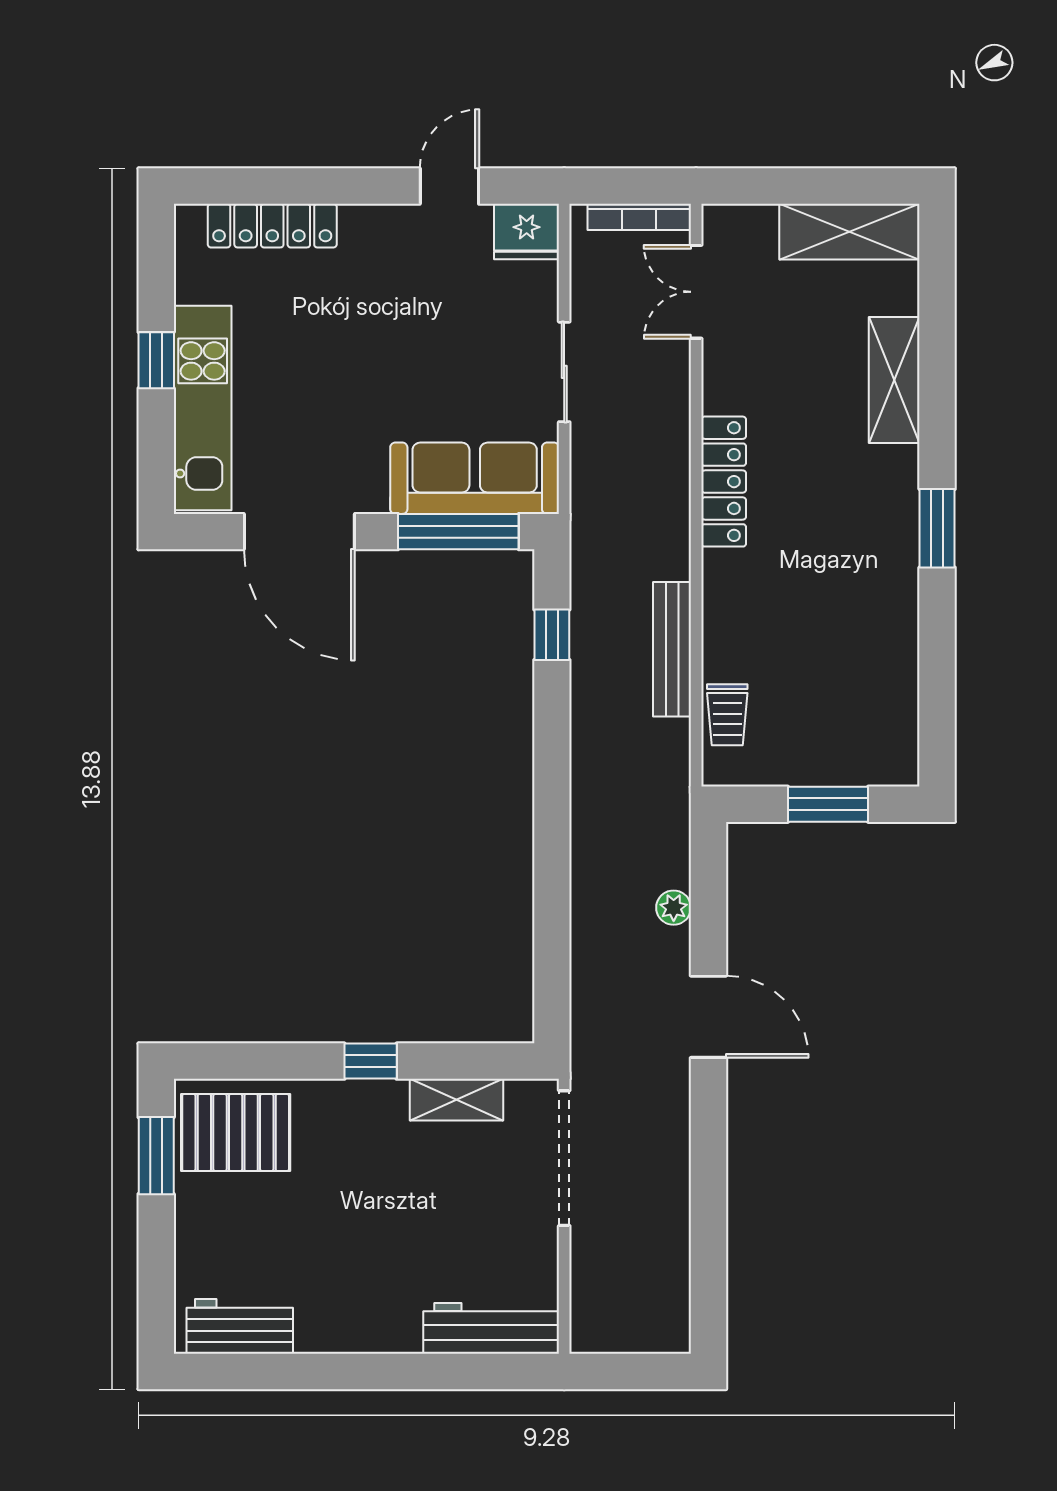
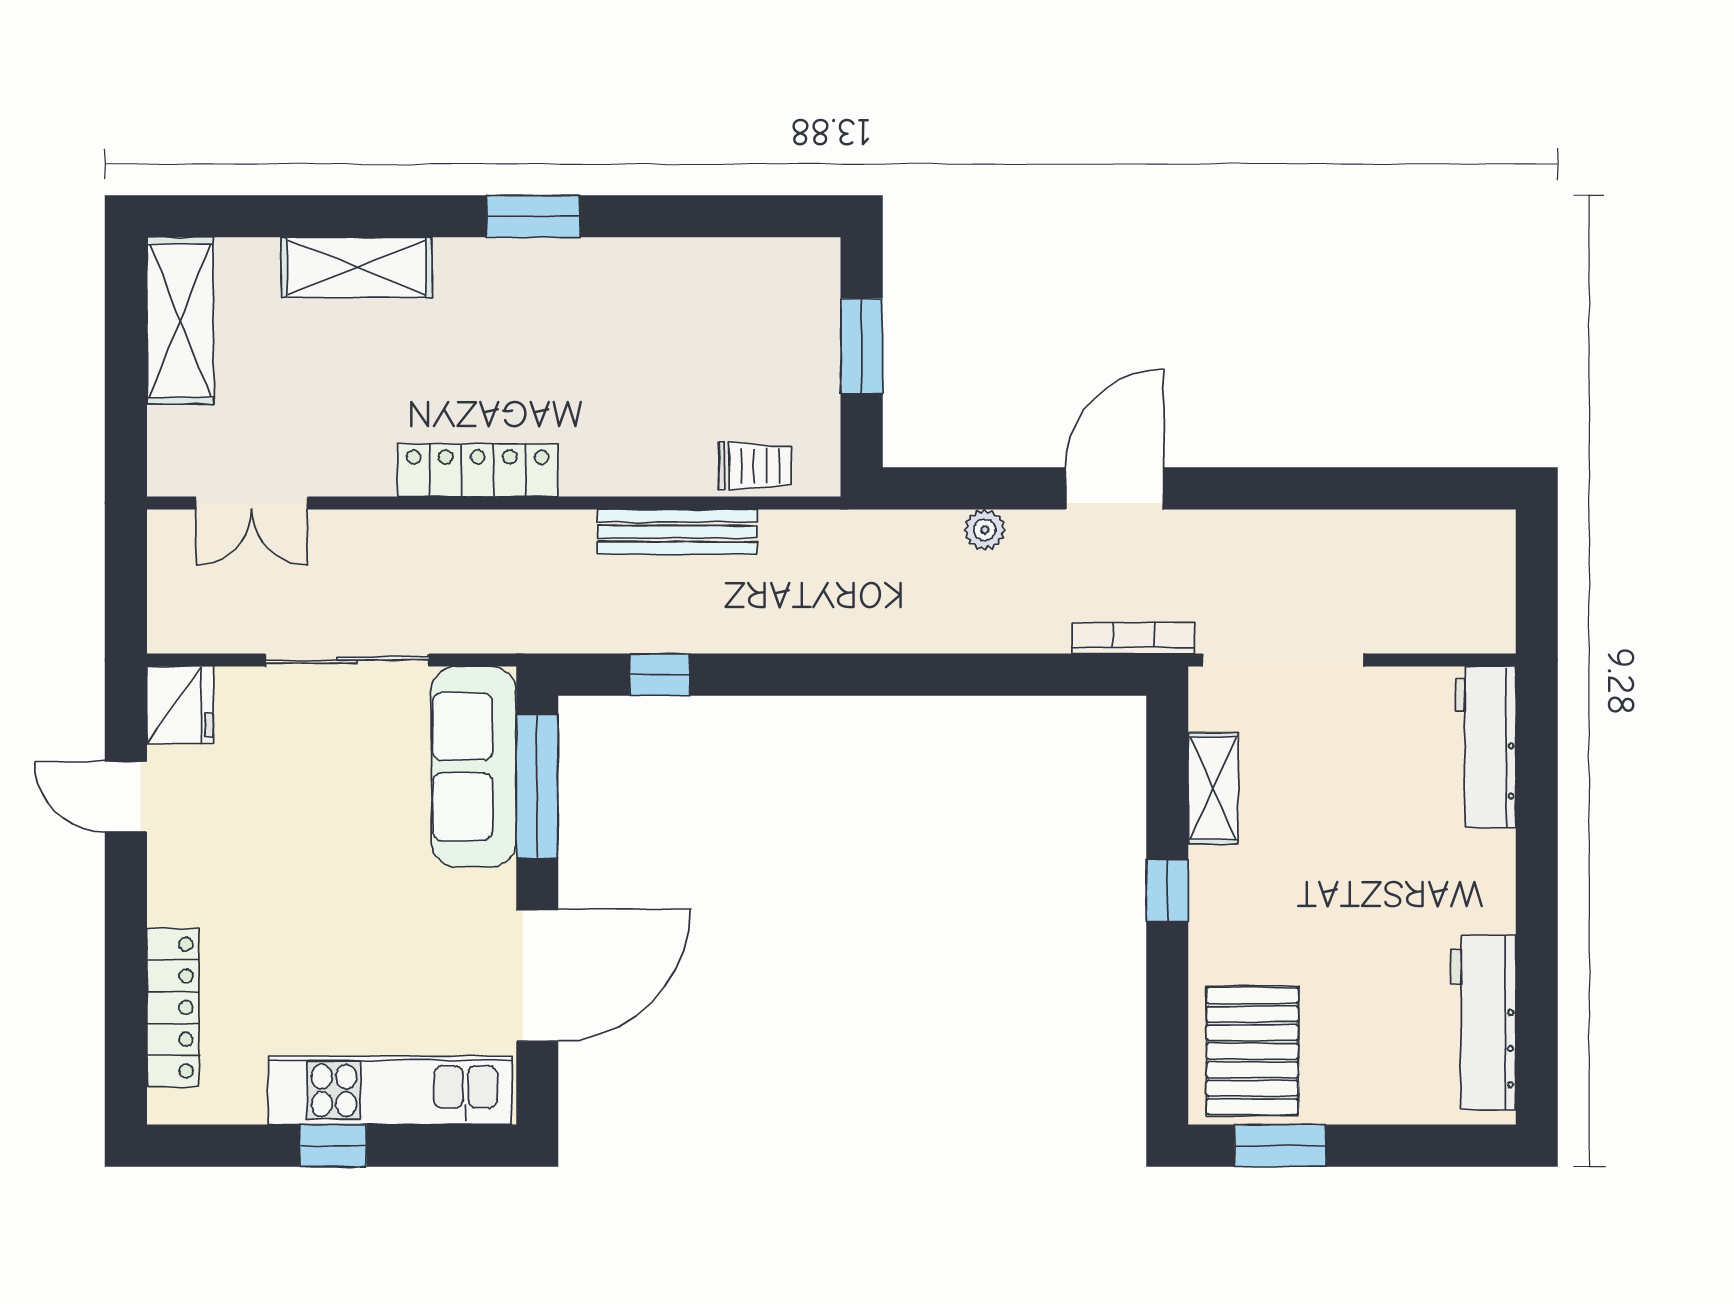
bookcase: (639, 217) -> (1134, 638), moved, turned -90
sliding door: (564, 372) -> (347, 660), width x1.37
workbench: (240, 1326) -> (1483, 1022), width x1.38

